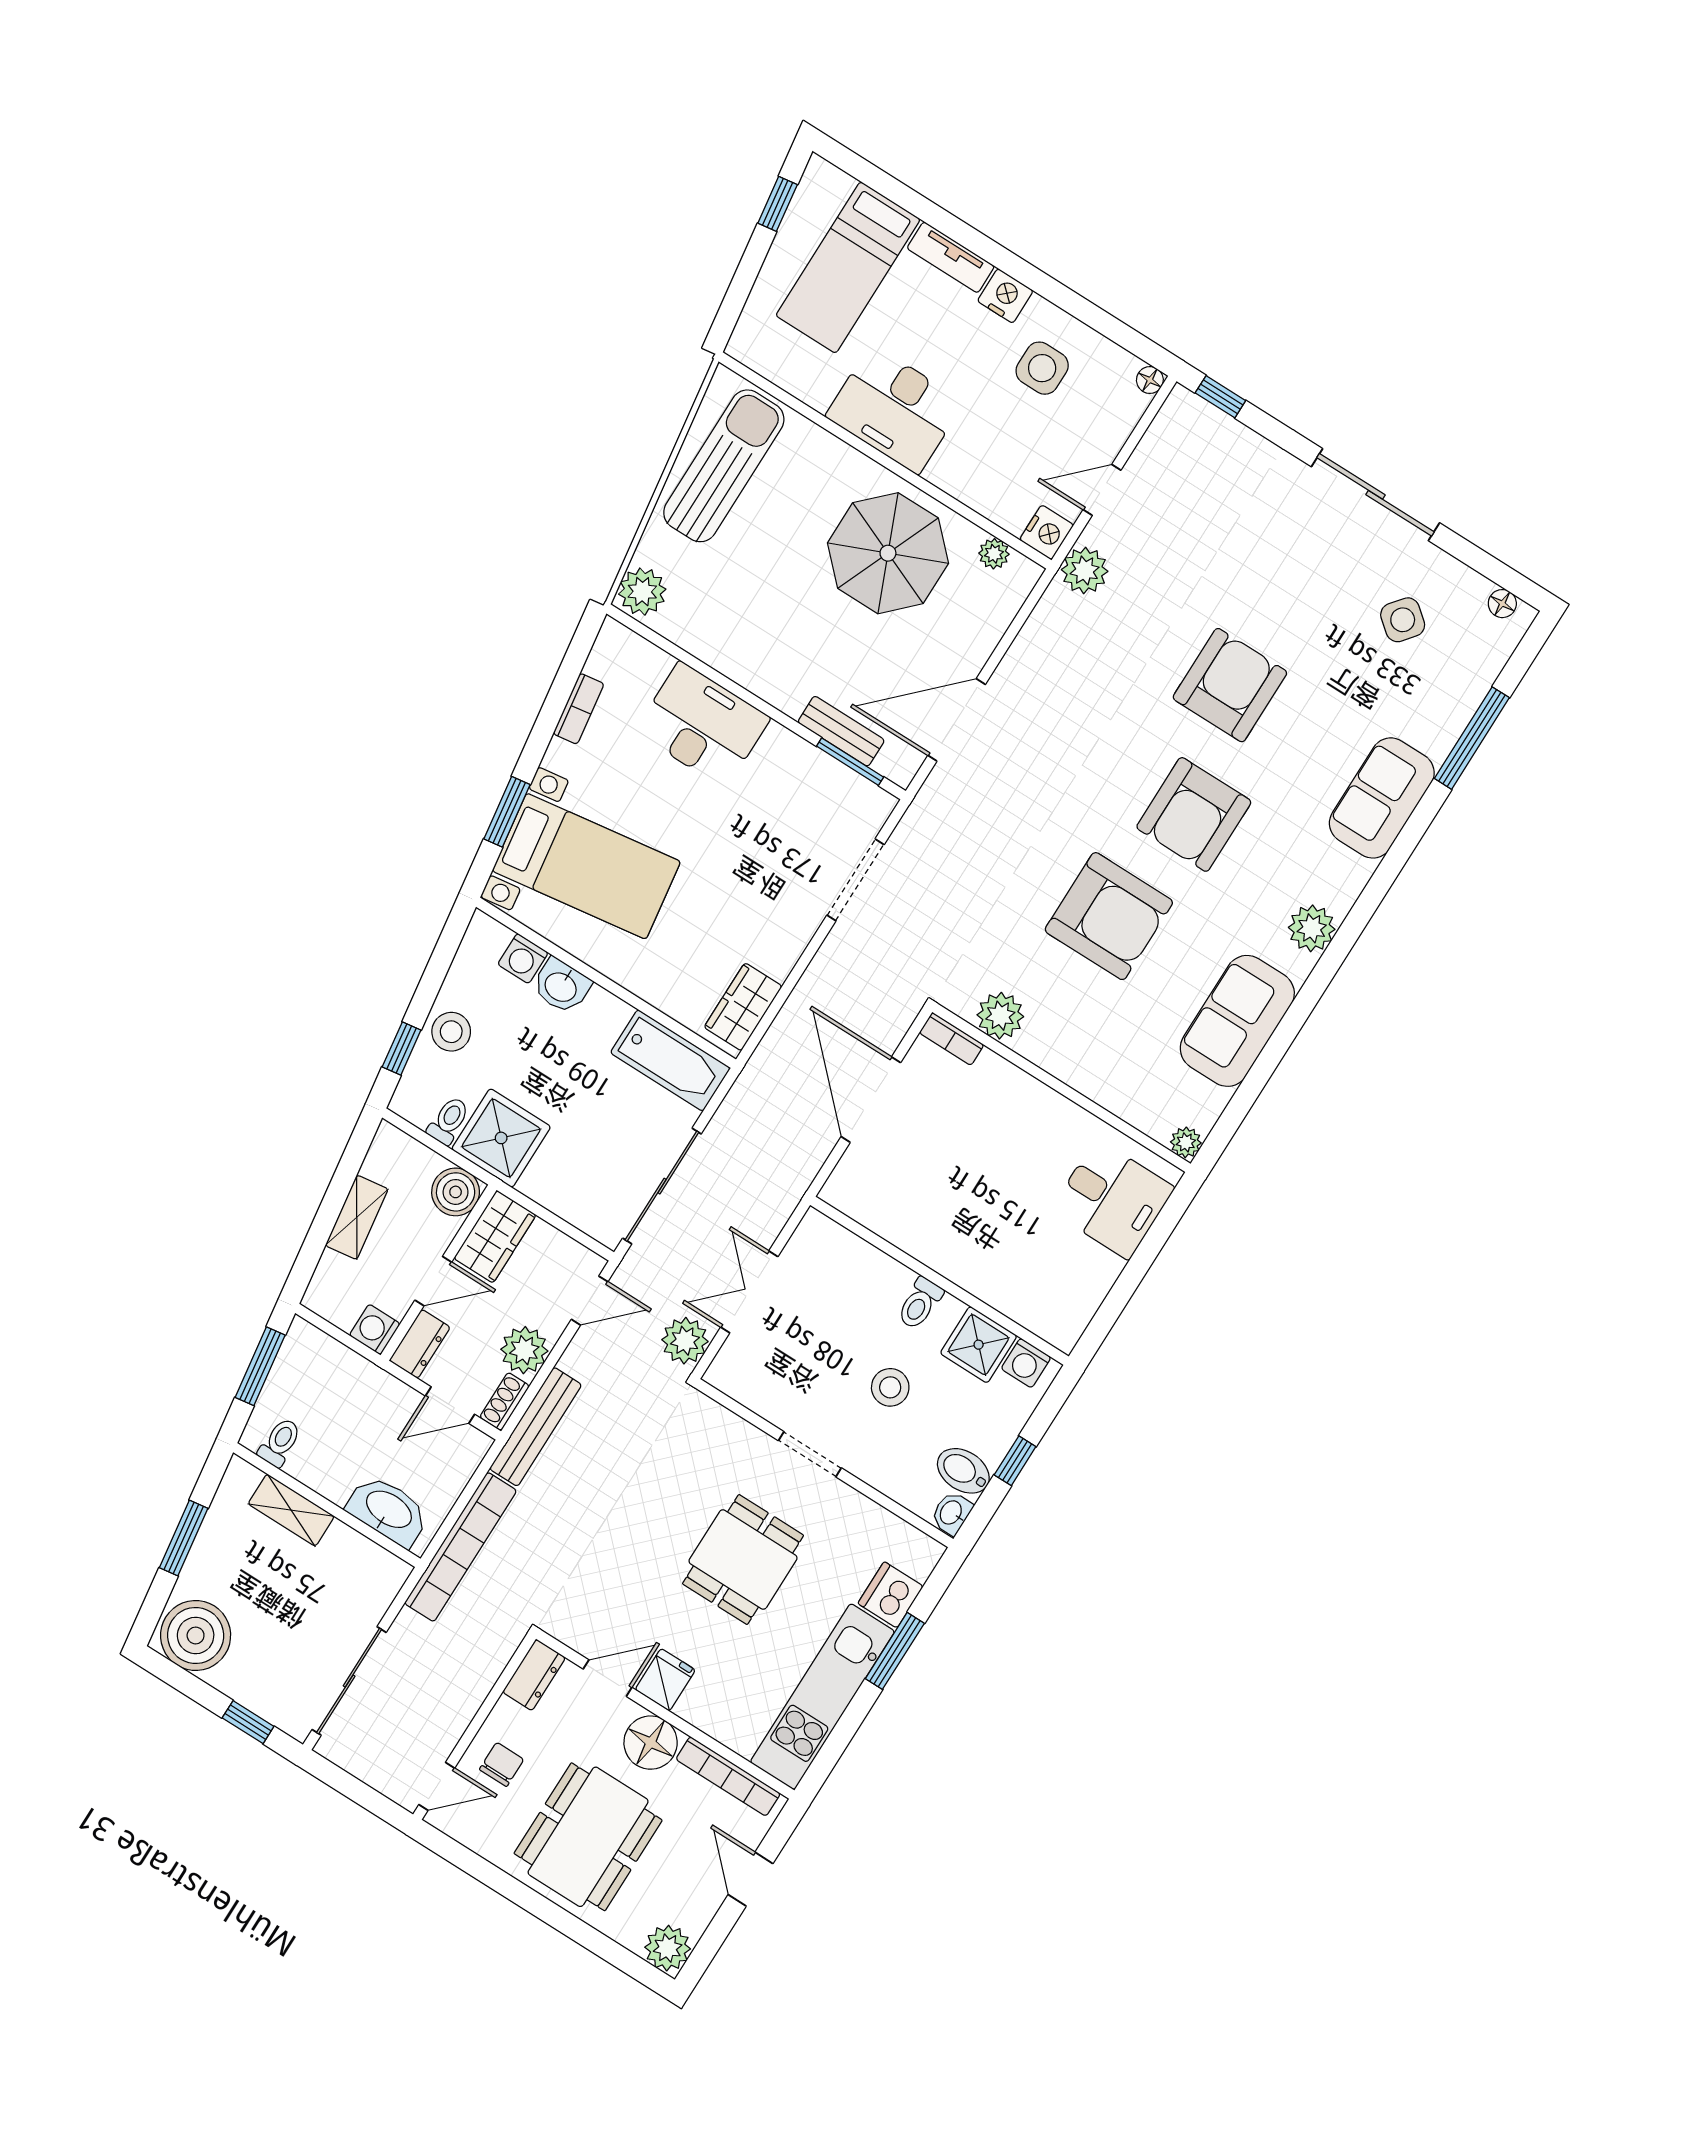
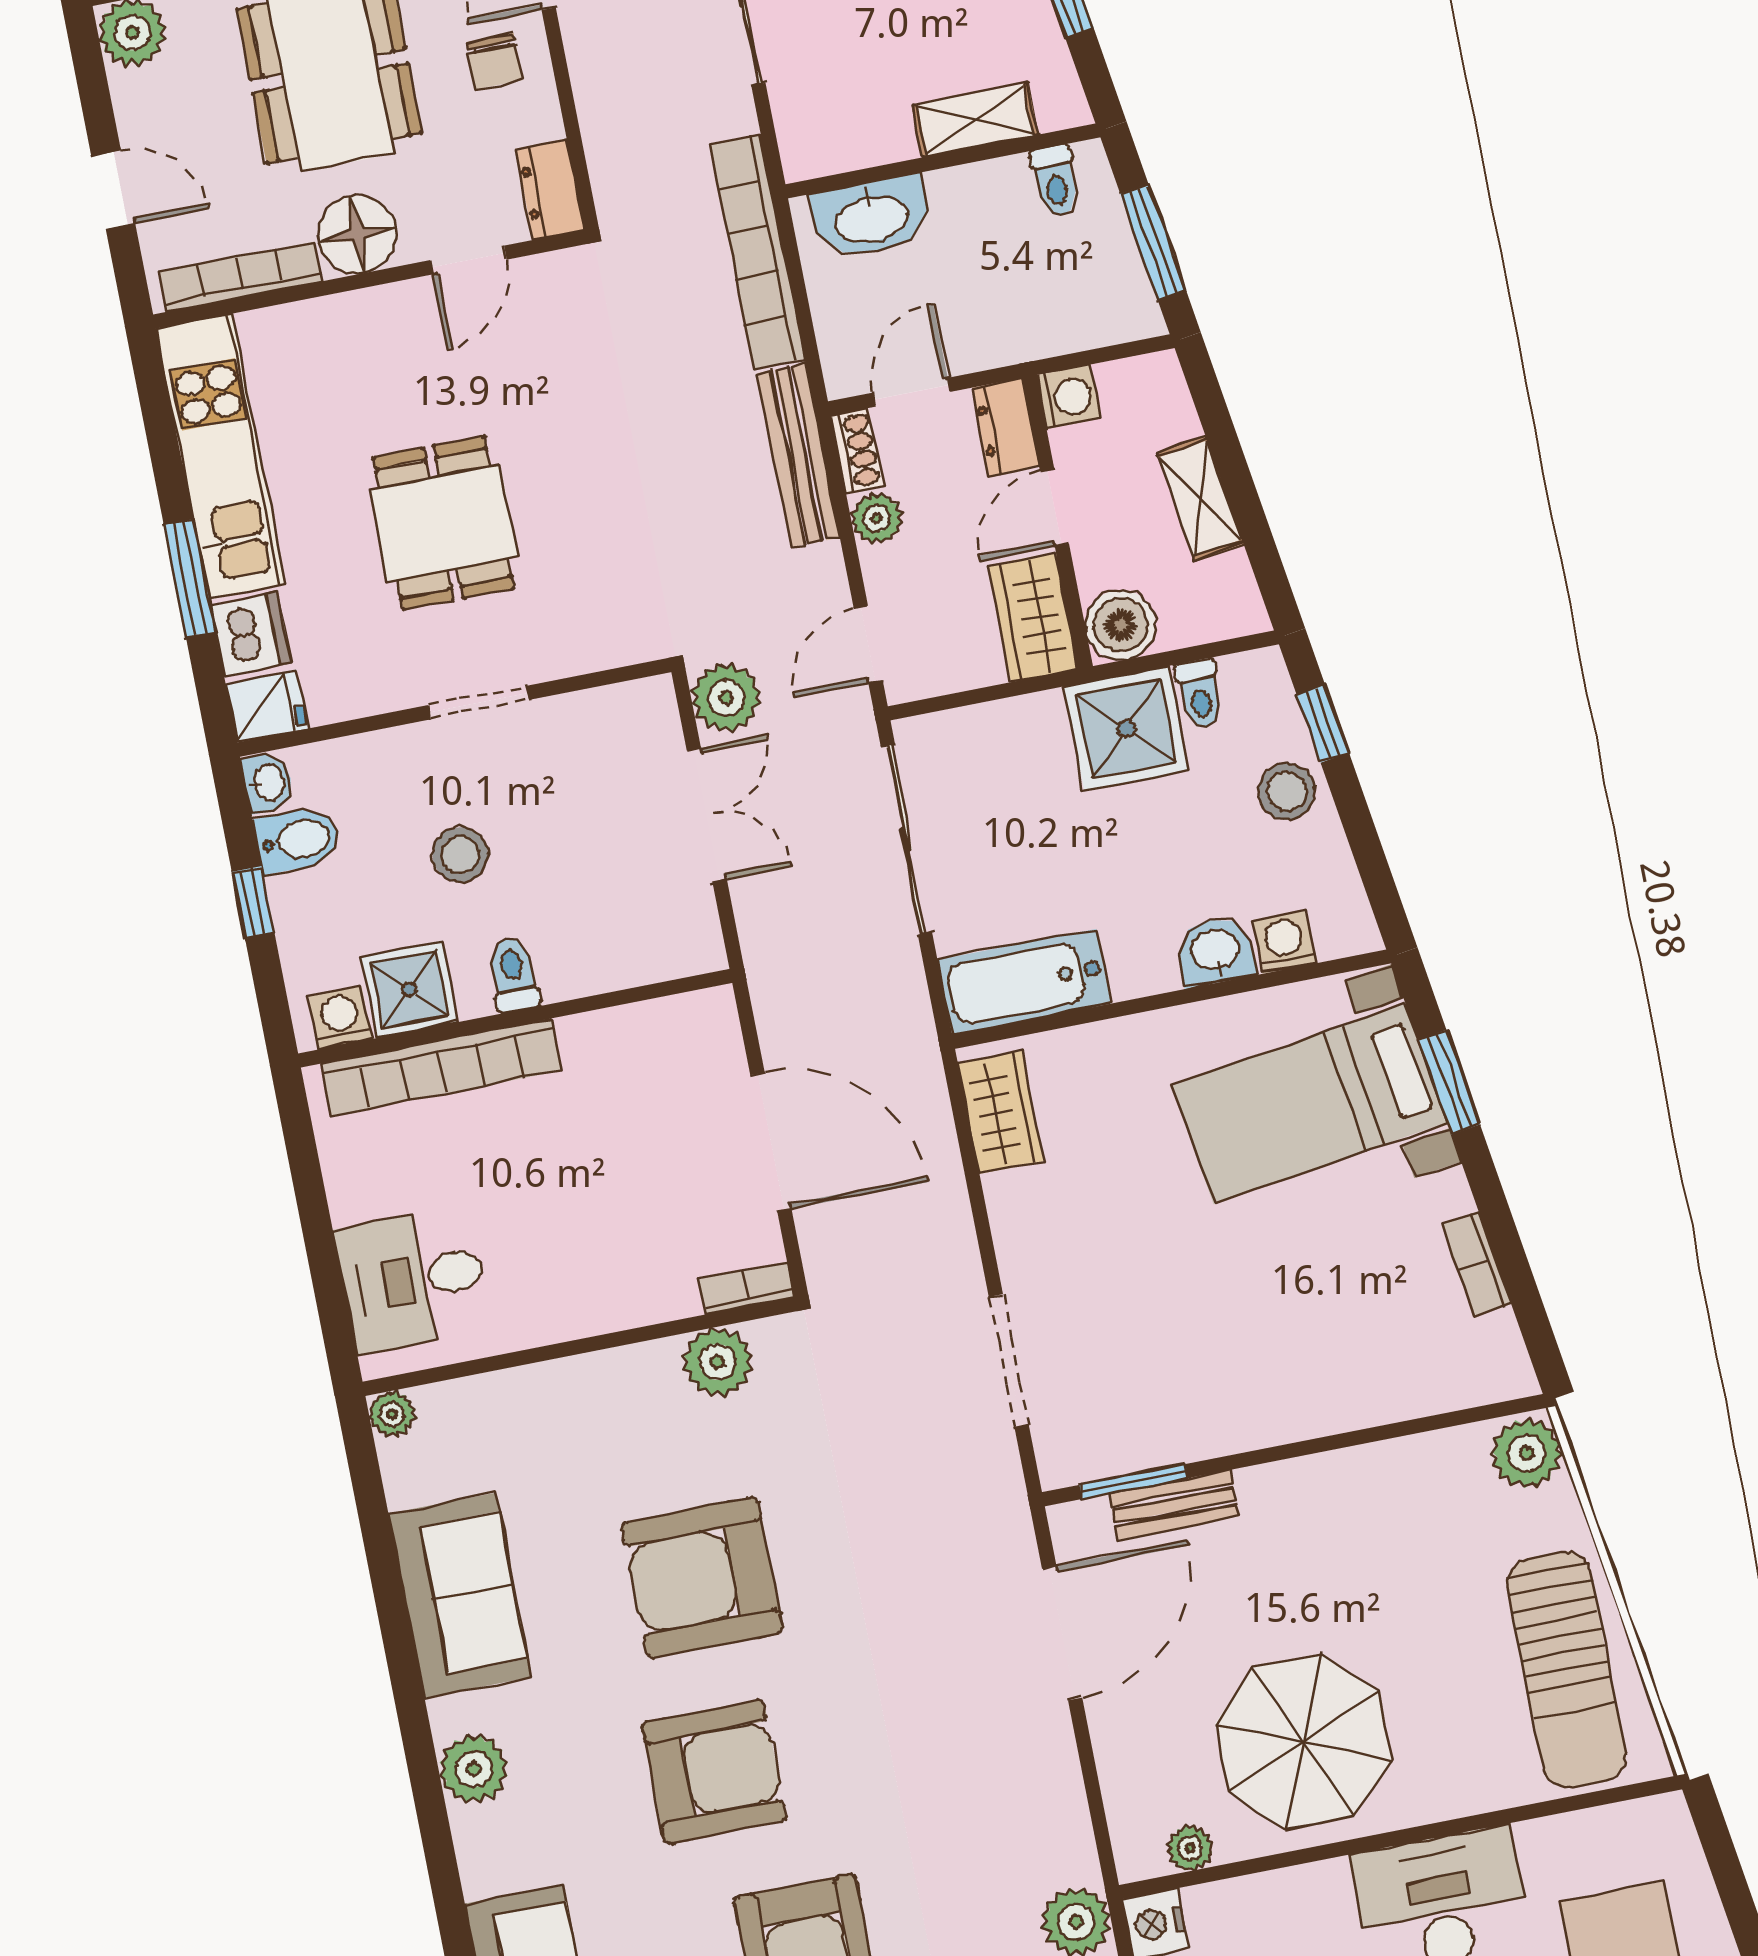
desk: (702, 725) -> (1328, 1372), removed
armchair: (1194, 814) -> (714, 1772), turned 90
bookcase: (999, 1291) -> (441, 1067), added
plant: (524, 1350) -> (877, 518), width x0.73, depth x0.73
fridge: (665, 1680) -> (267, 706), moved, turned -90

